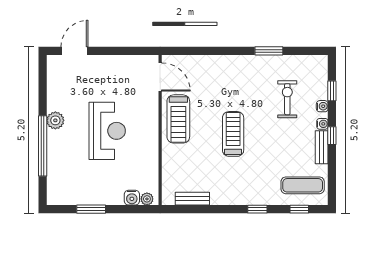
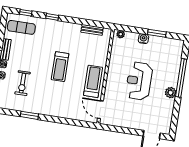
water cooler: (132, 198) -> (143, 39), moved

